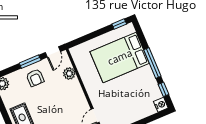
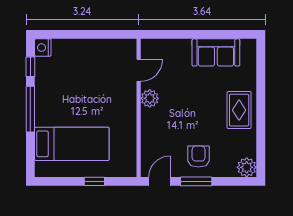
window: (119, 24) -> (94, 181), moved
bed: (120, 57) -> (72, 144), width x0.67
plant: (69, 73) -> (150, 98), moved

